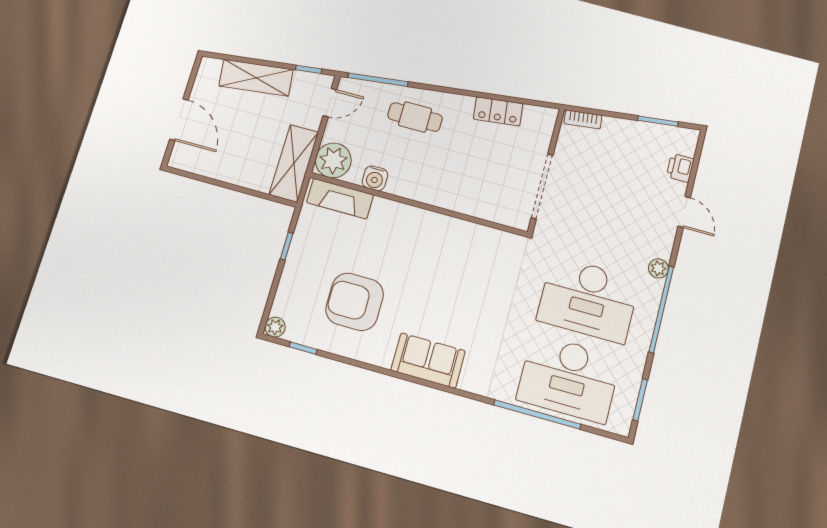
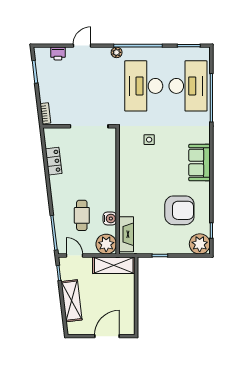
cafe table: (415, 117) -> (82, 215), moved
side table: (492, 283) -> (149, 140), added
desk: (588, 300) -> (144, 86), turned 180
armchair: (355, 302) -> (179, 210), turned -90
plant: (275, 327) -> (200, 244), width x1.87, depth x1.87

